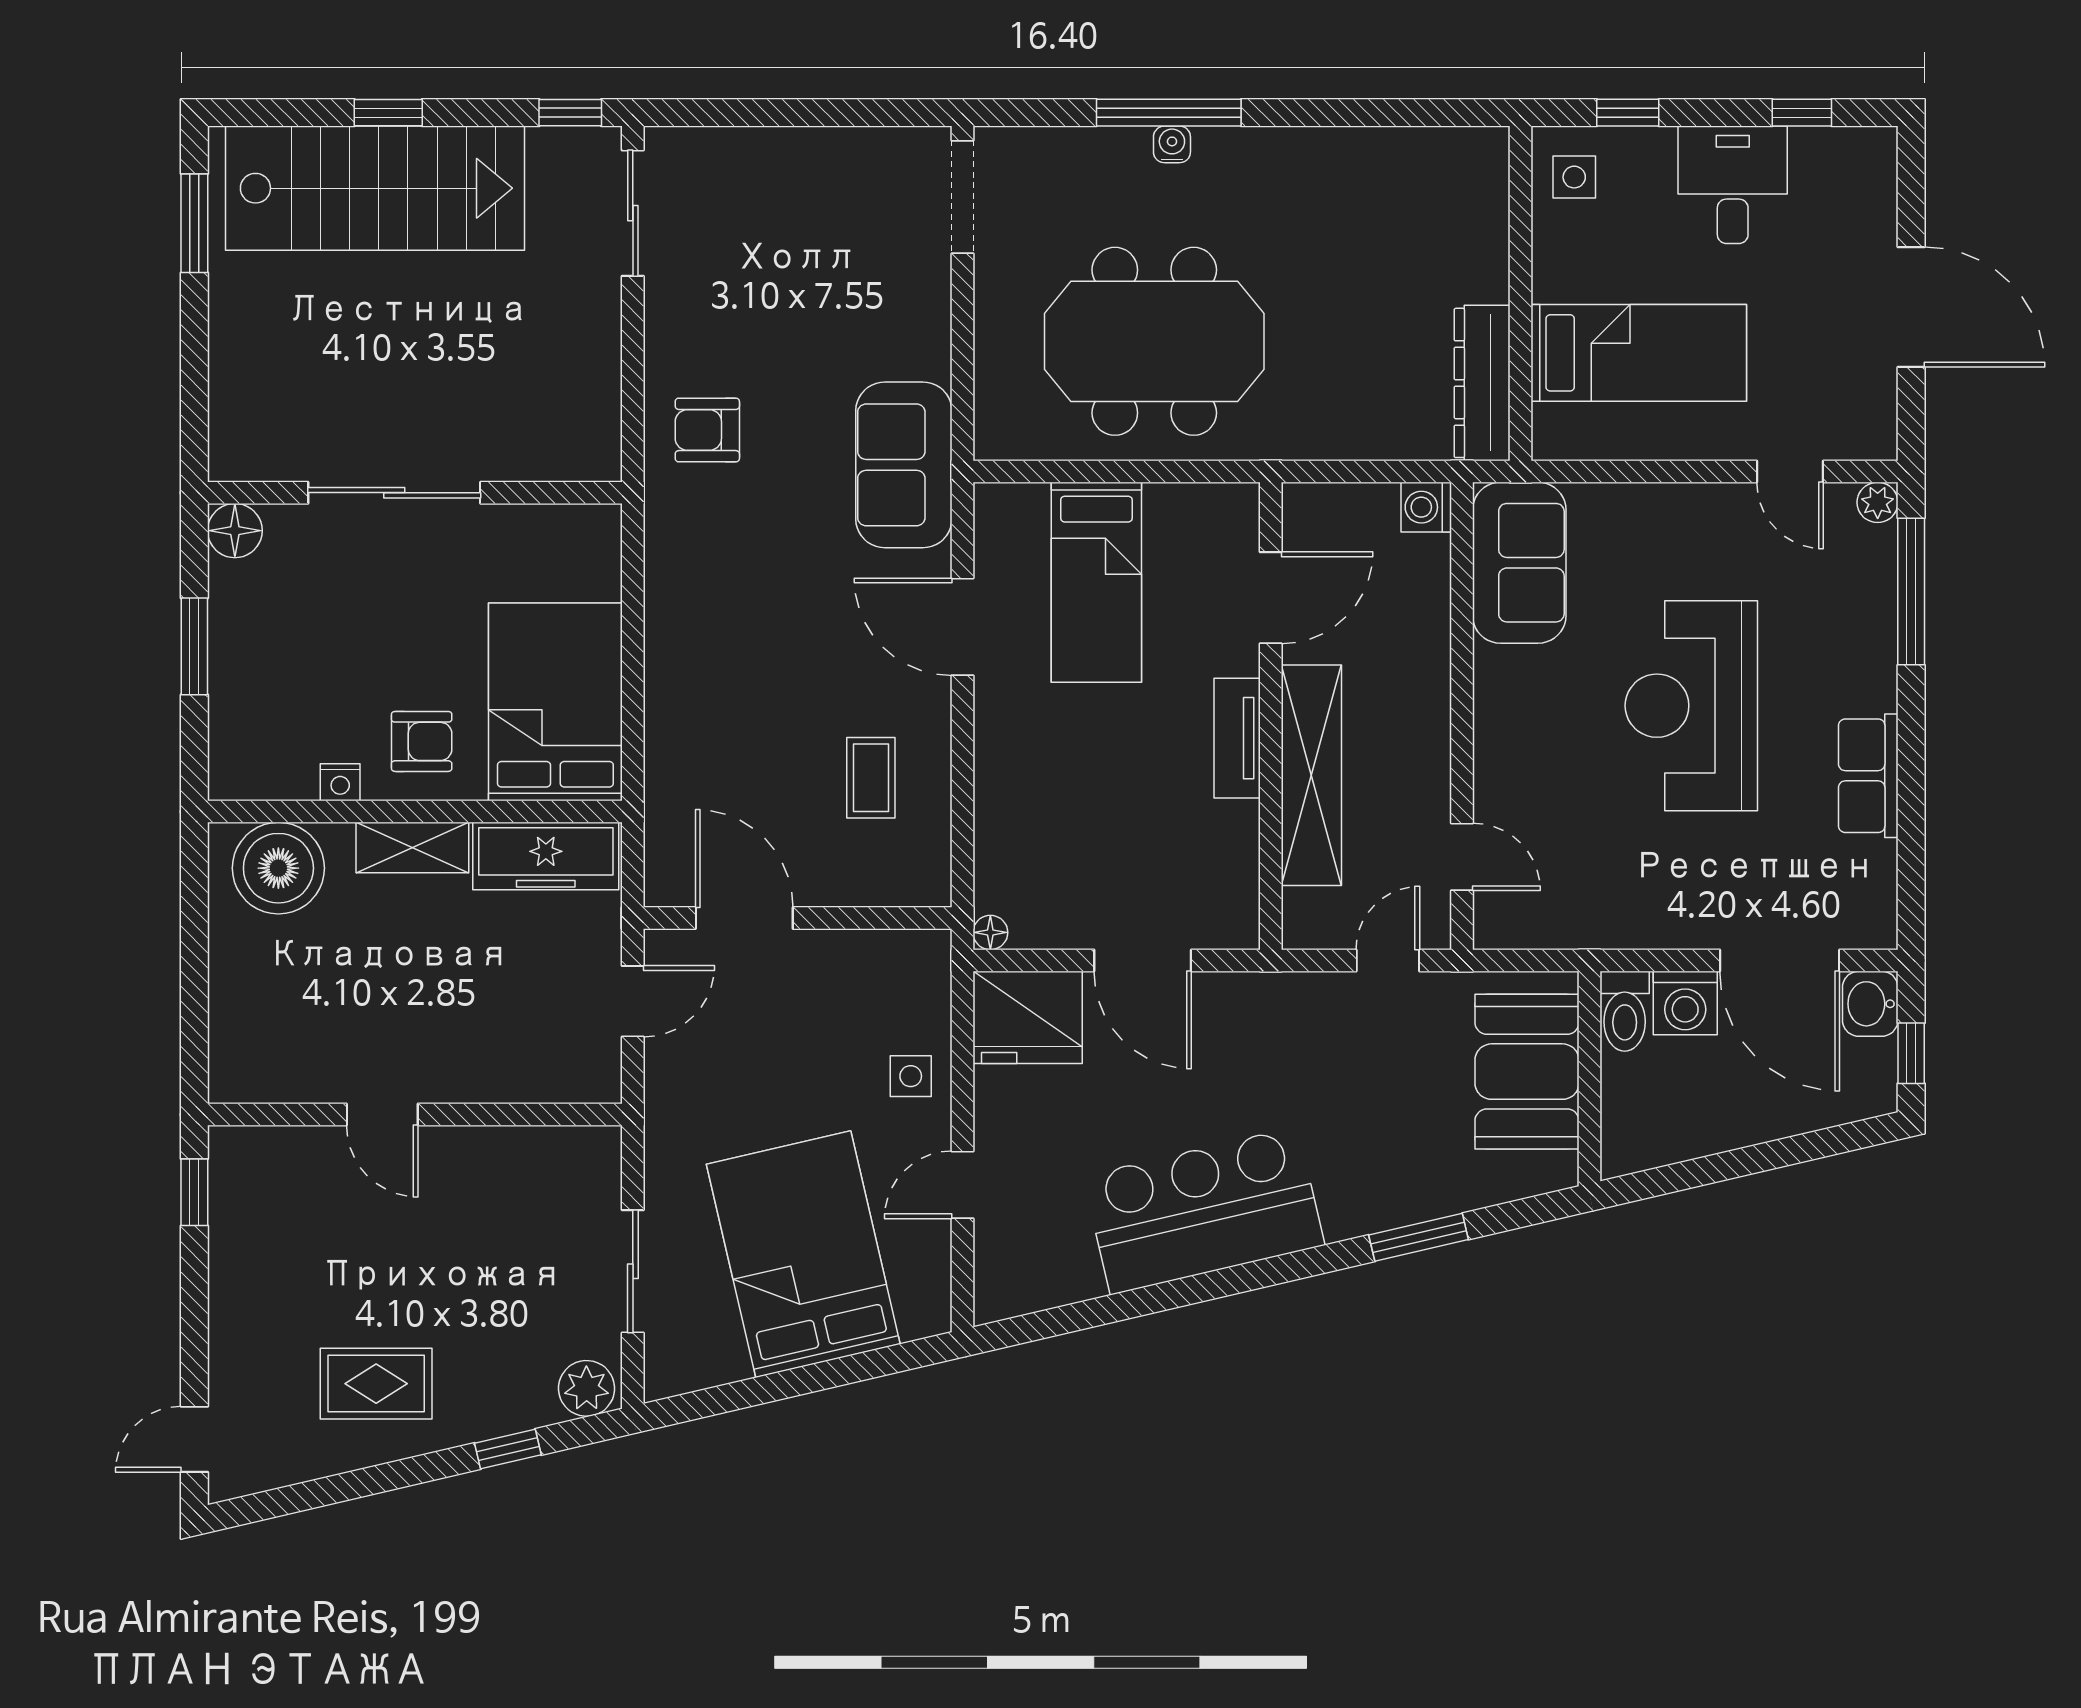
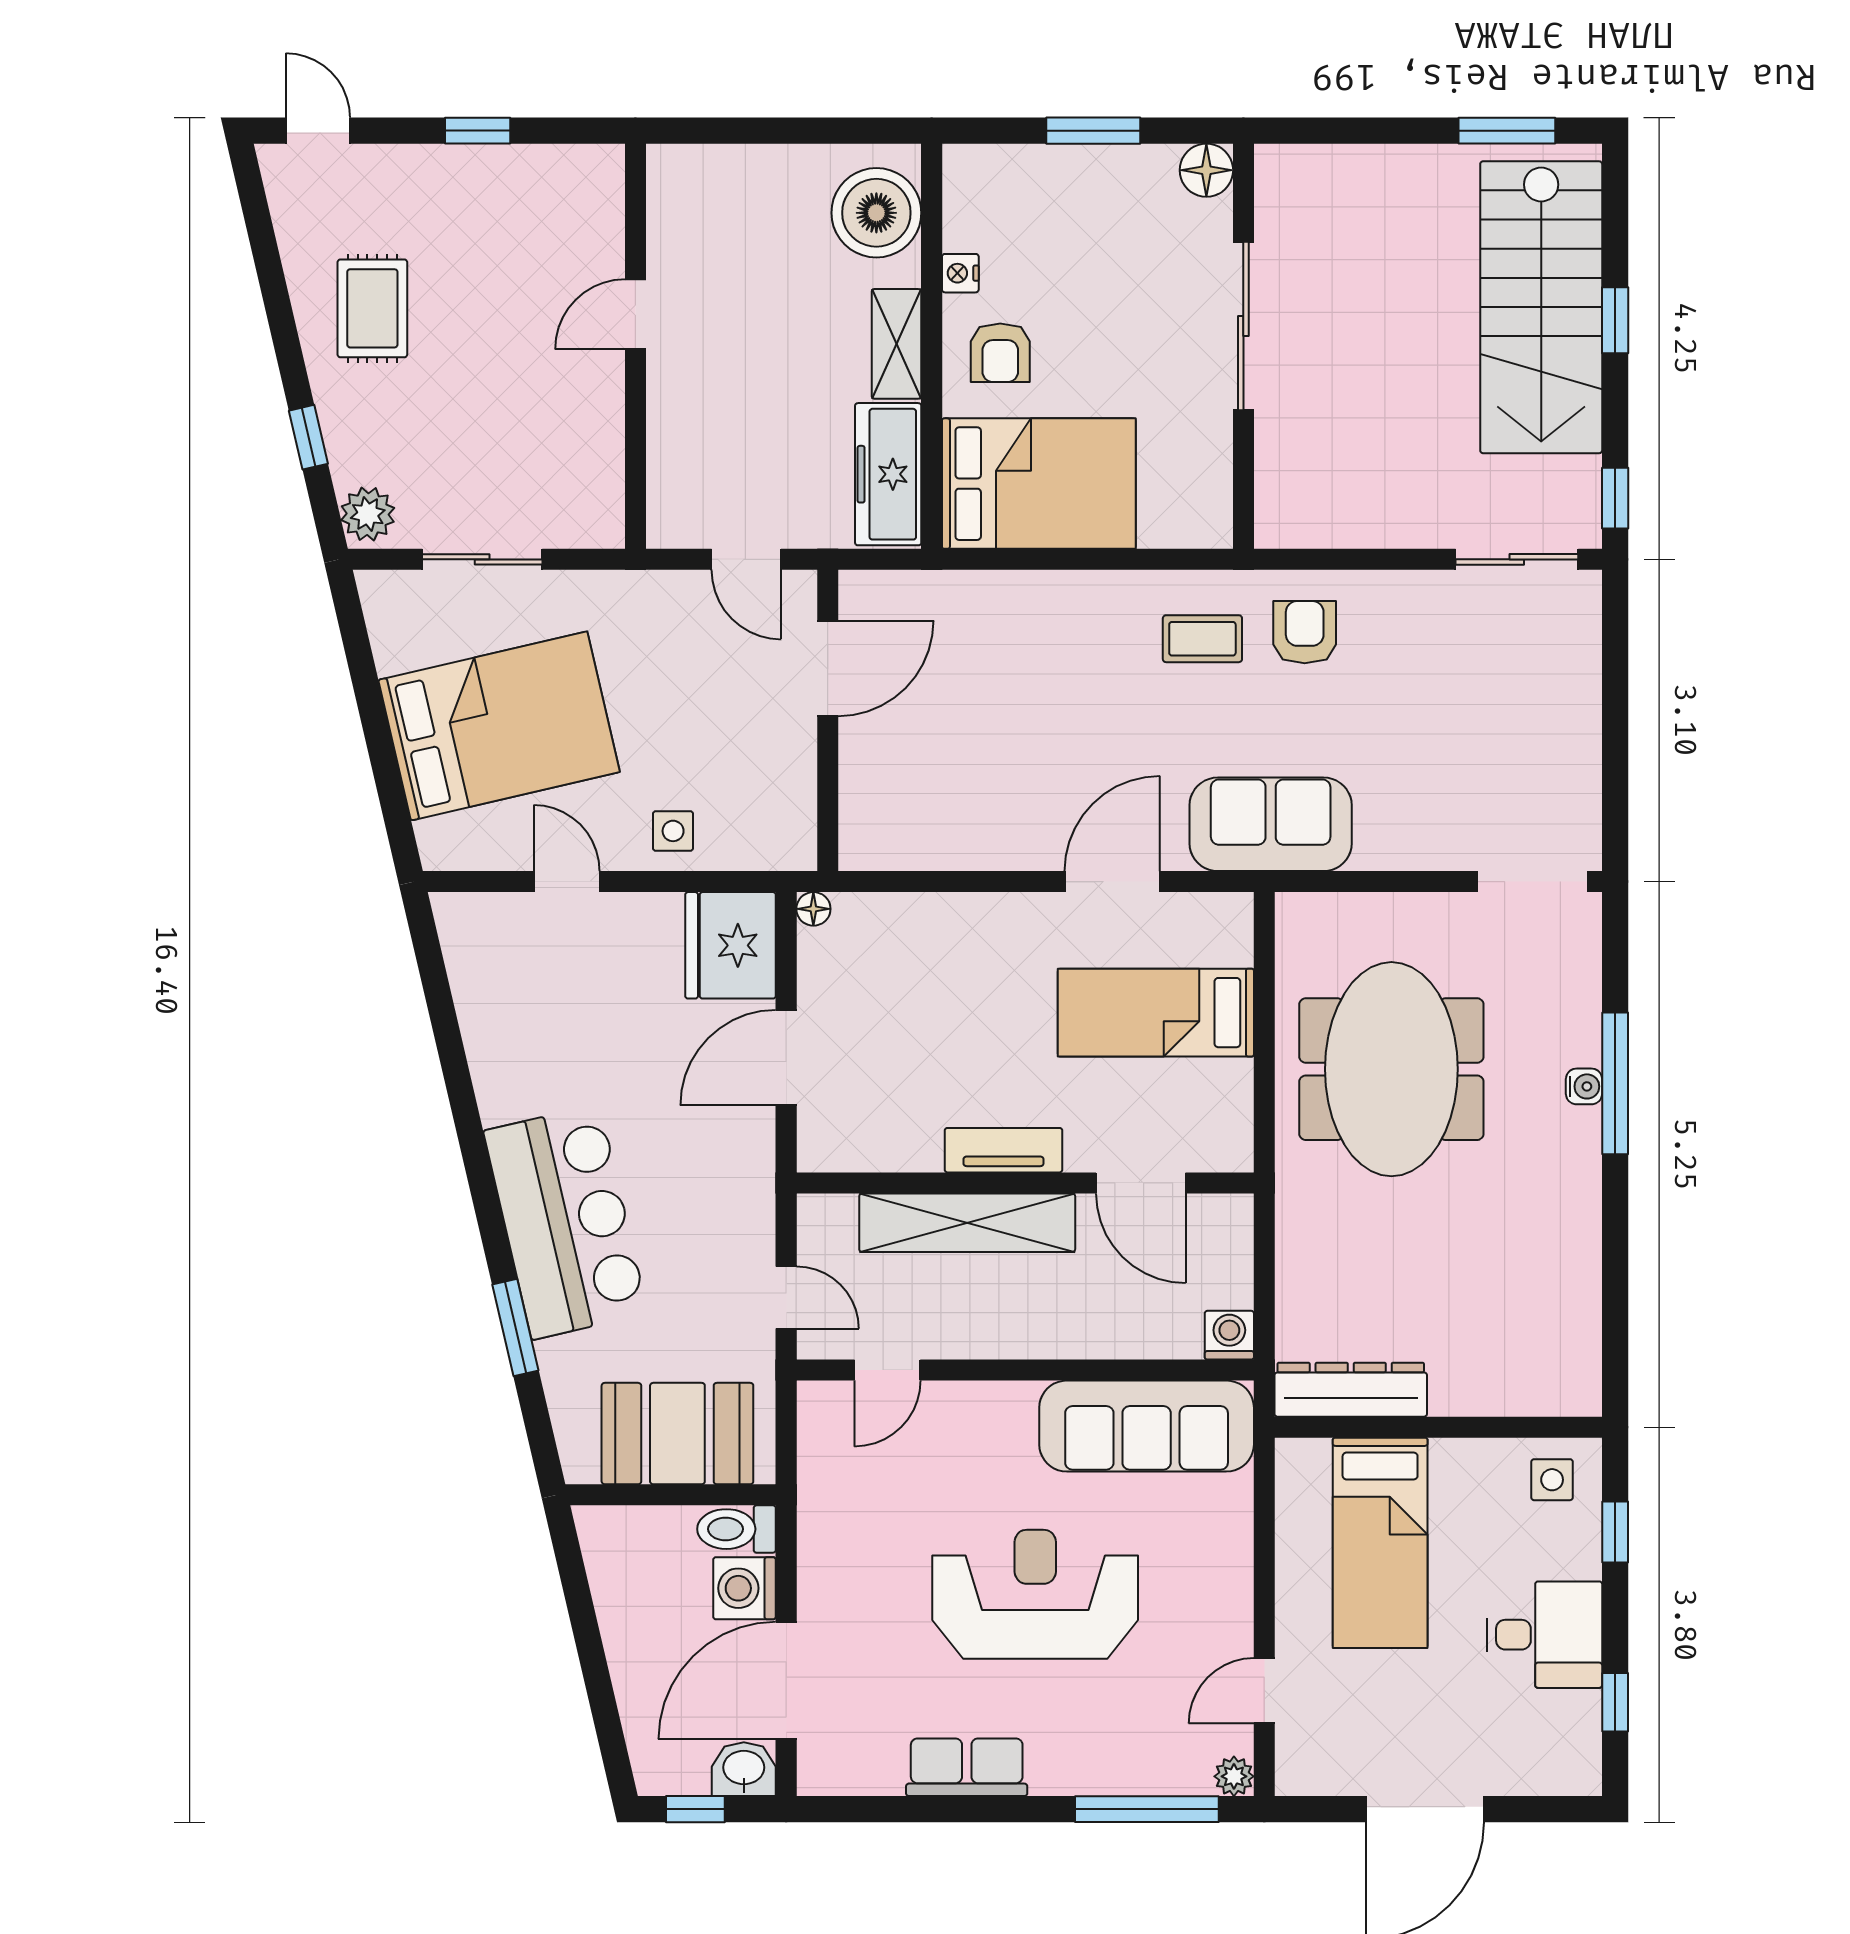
sofa: (1519, 563) -> (1147, 1426), width x1.36
coffee table: (871, 778) -> (1202, 639), moved
window: (194, 1192) -> (478, 131), moved
bar counter: (1204, 1211) -> (566, 1222), moved

